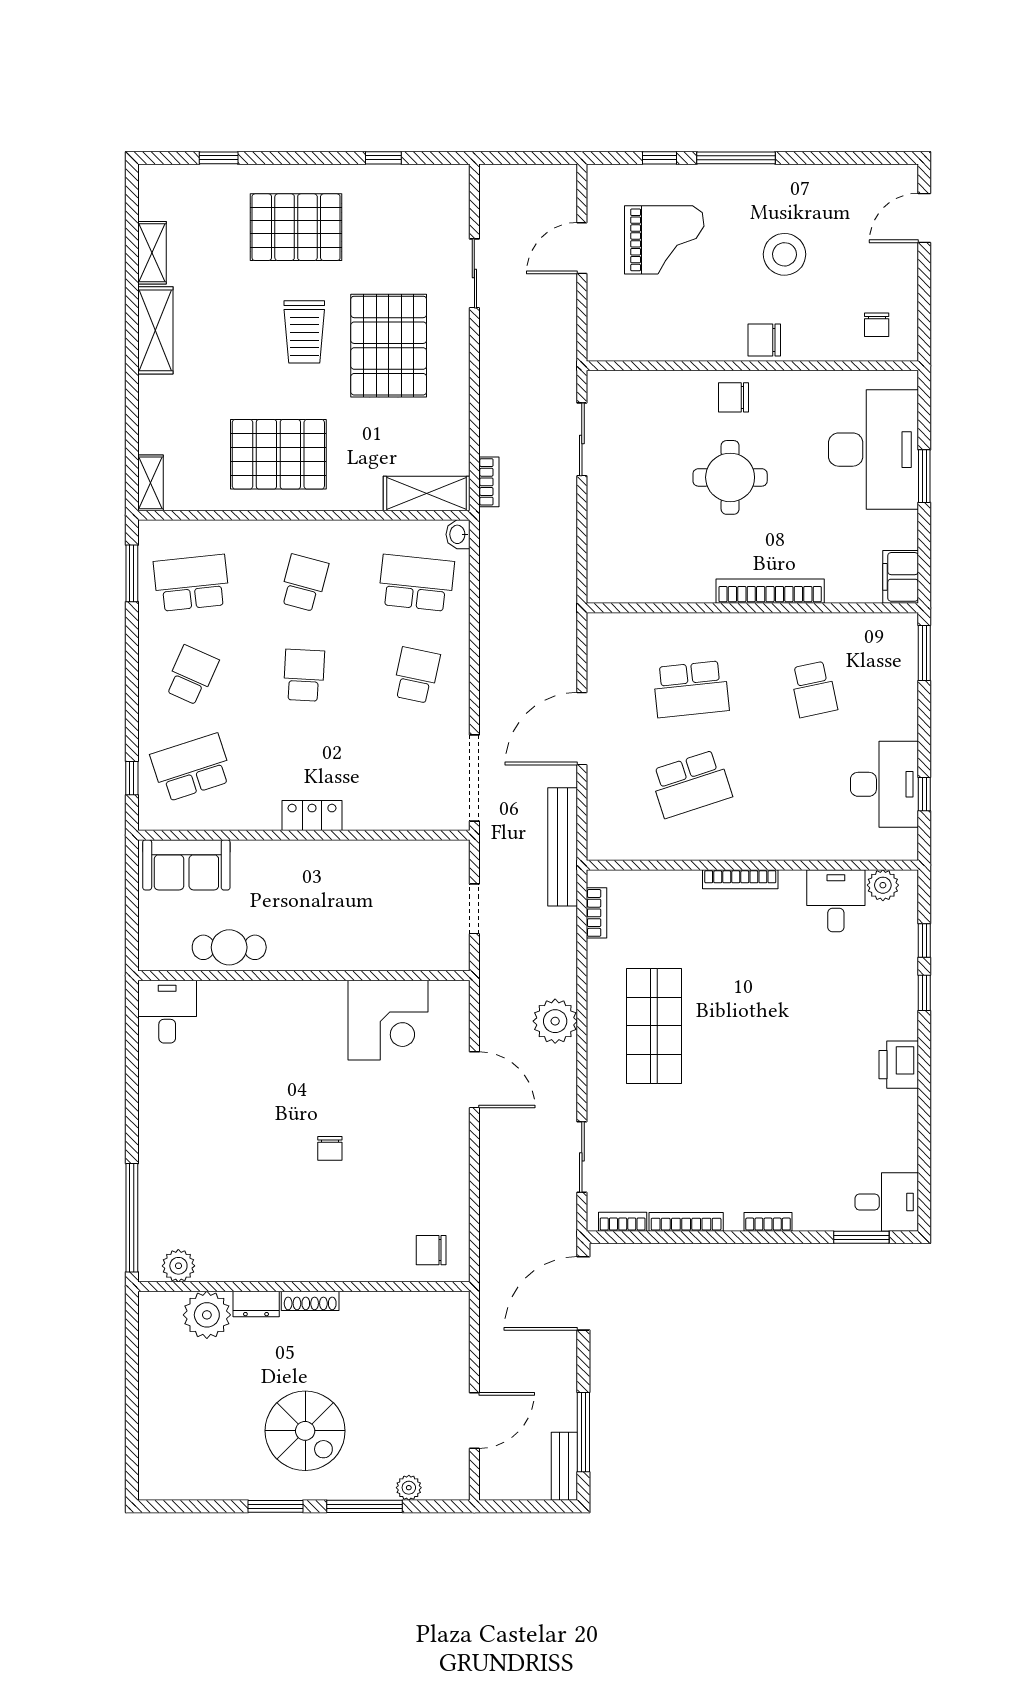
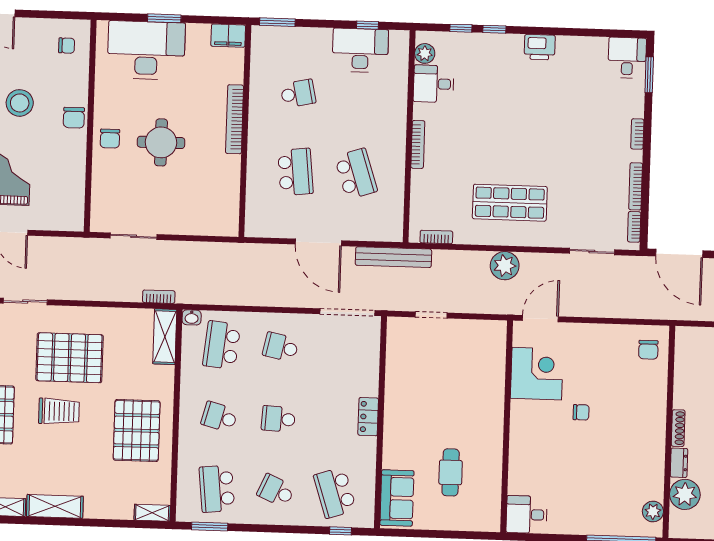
wall: (304, 976) -> (507, 426), moved
desk: (167, 1012) -> (527, 515), moved
corner desk: (388, 1020) -> (537, 374), moved

